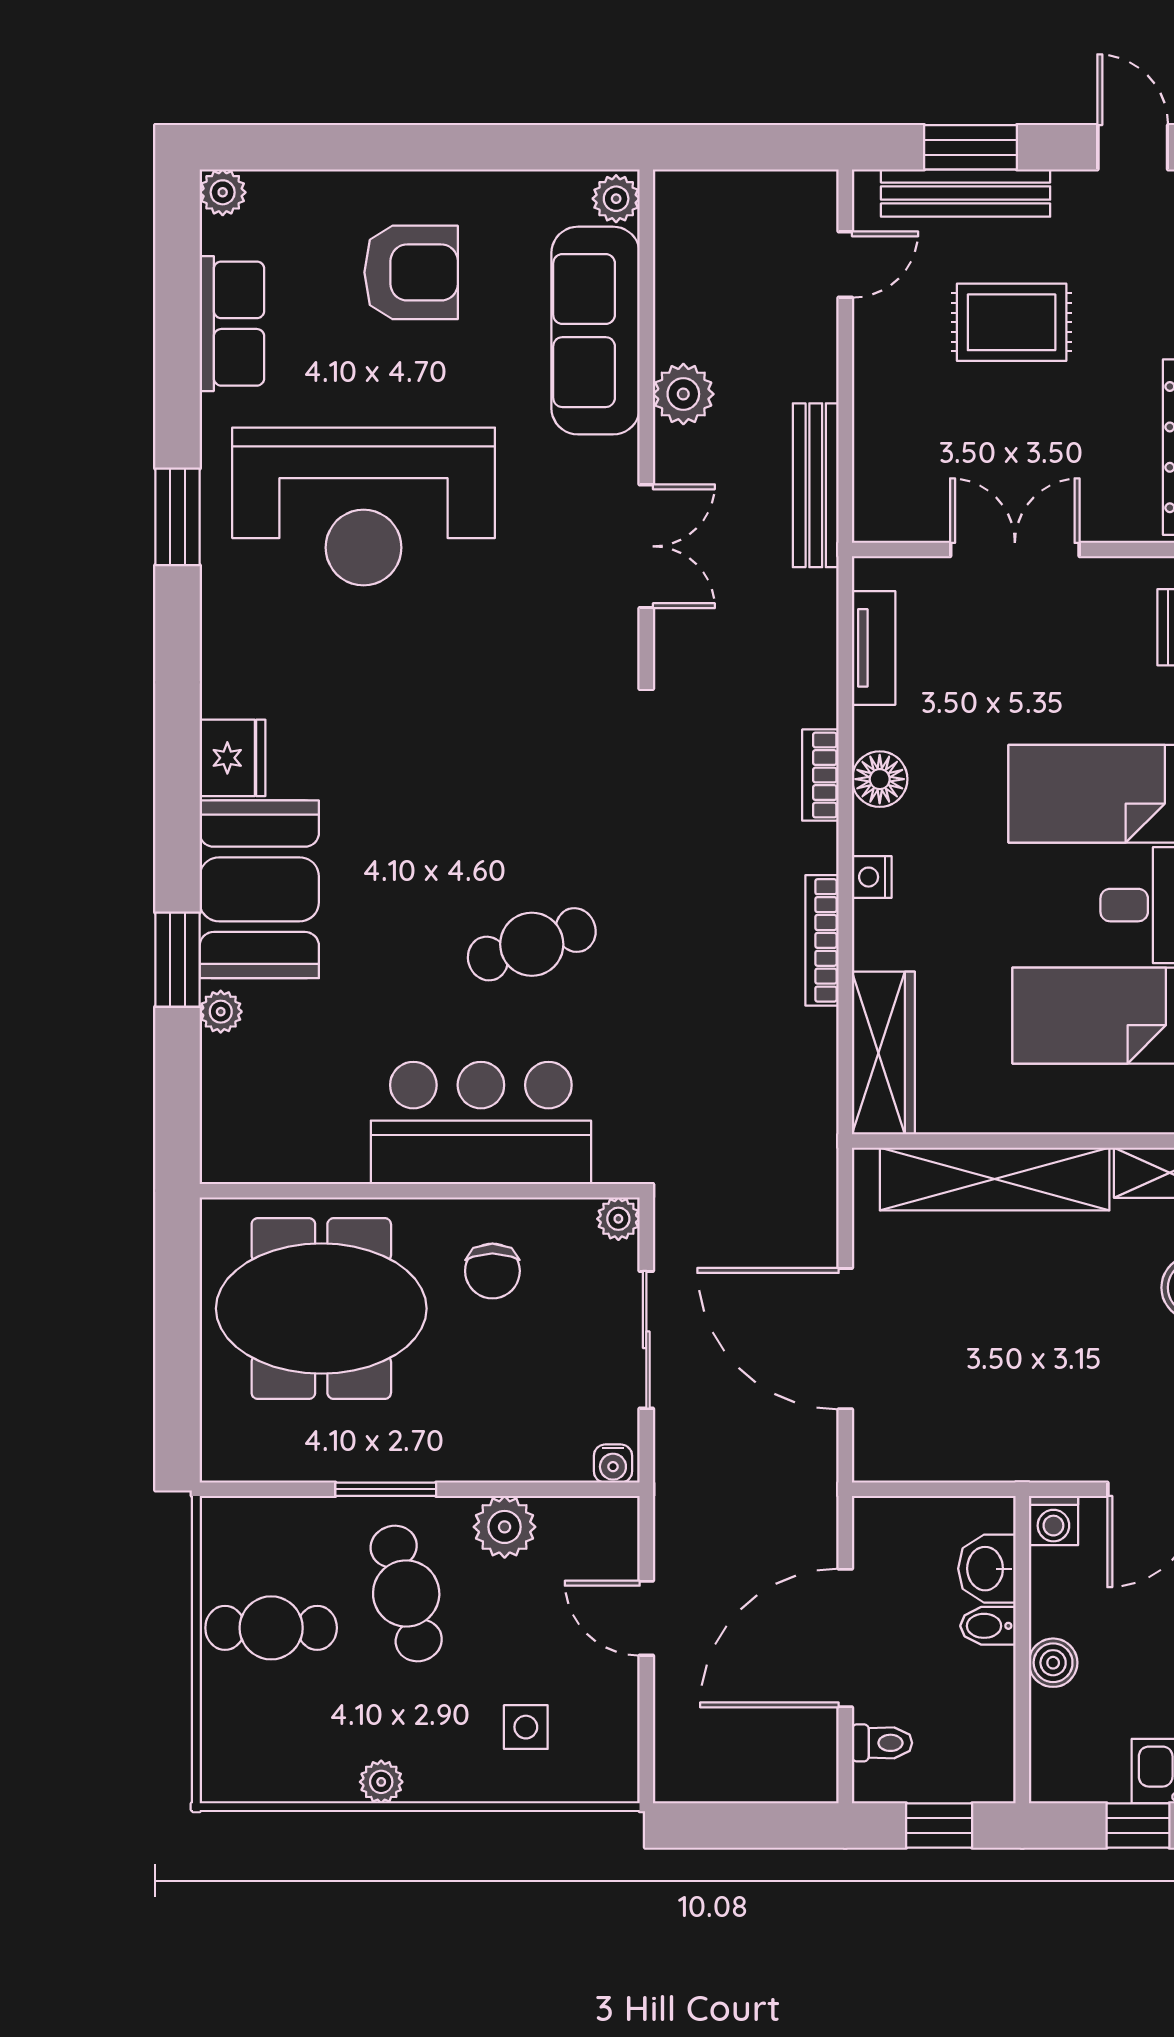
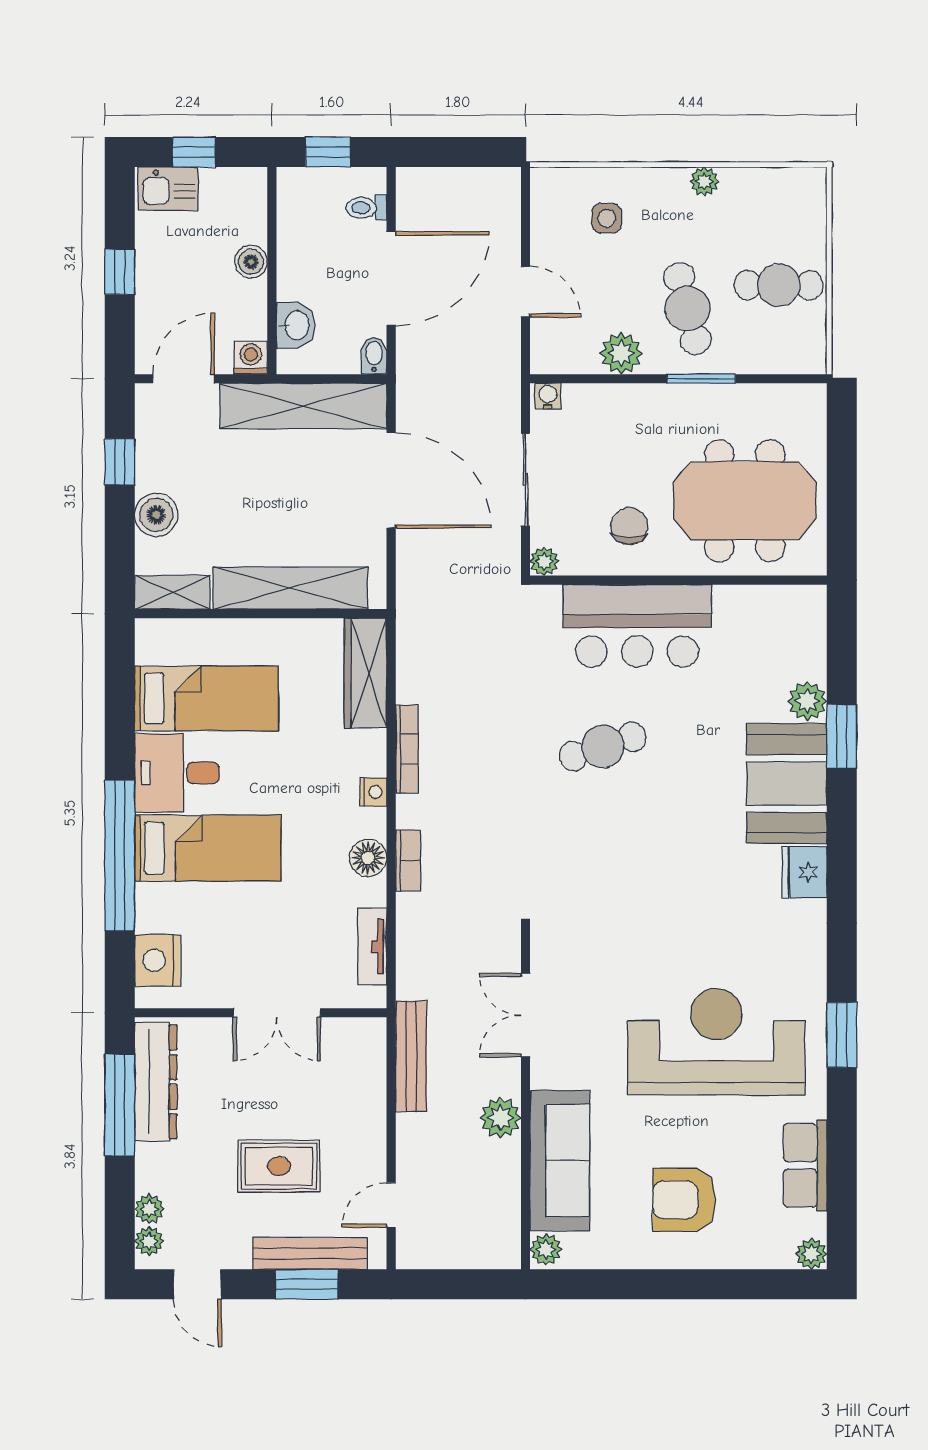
plant: (221, 1012) -> (807, 701), width x1.38, depth x1.38
shelving: (976, 1449) -> (303, 406), added
bidet: (988, 1626) -> (374, 356), moved, turned -90

